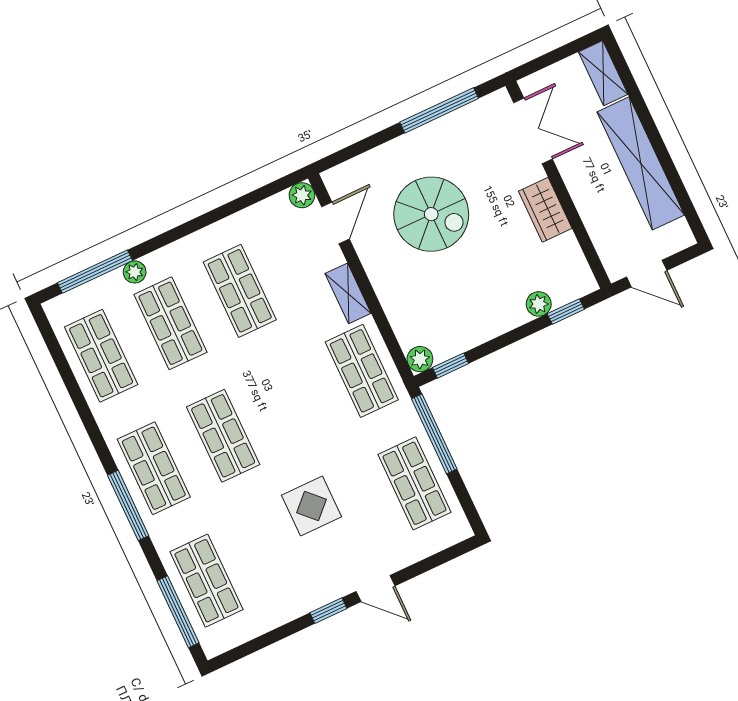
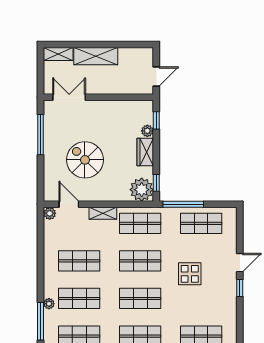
shelving: (641, 163) -> (96, 56), width x0.68
wardrobe: (545, 210) -> (145, 152), moved, turned 90
spiral stairs: (431, 214) -> (85, 160), turned -90
plant: (420, 359) -> (142, 190), width x1.87, depth x1.87
shop shelf: (292, 403) -> (140, 261), added

